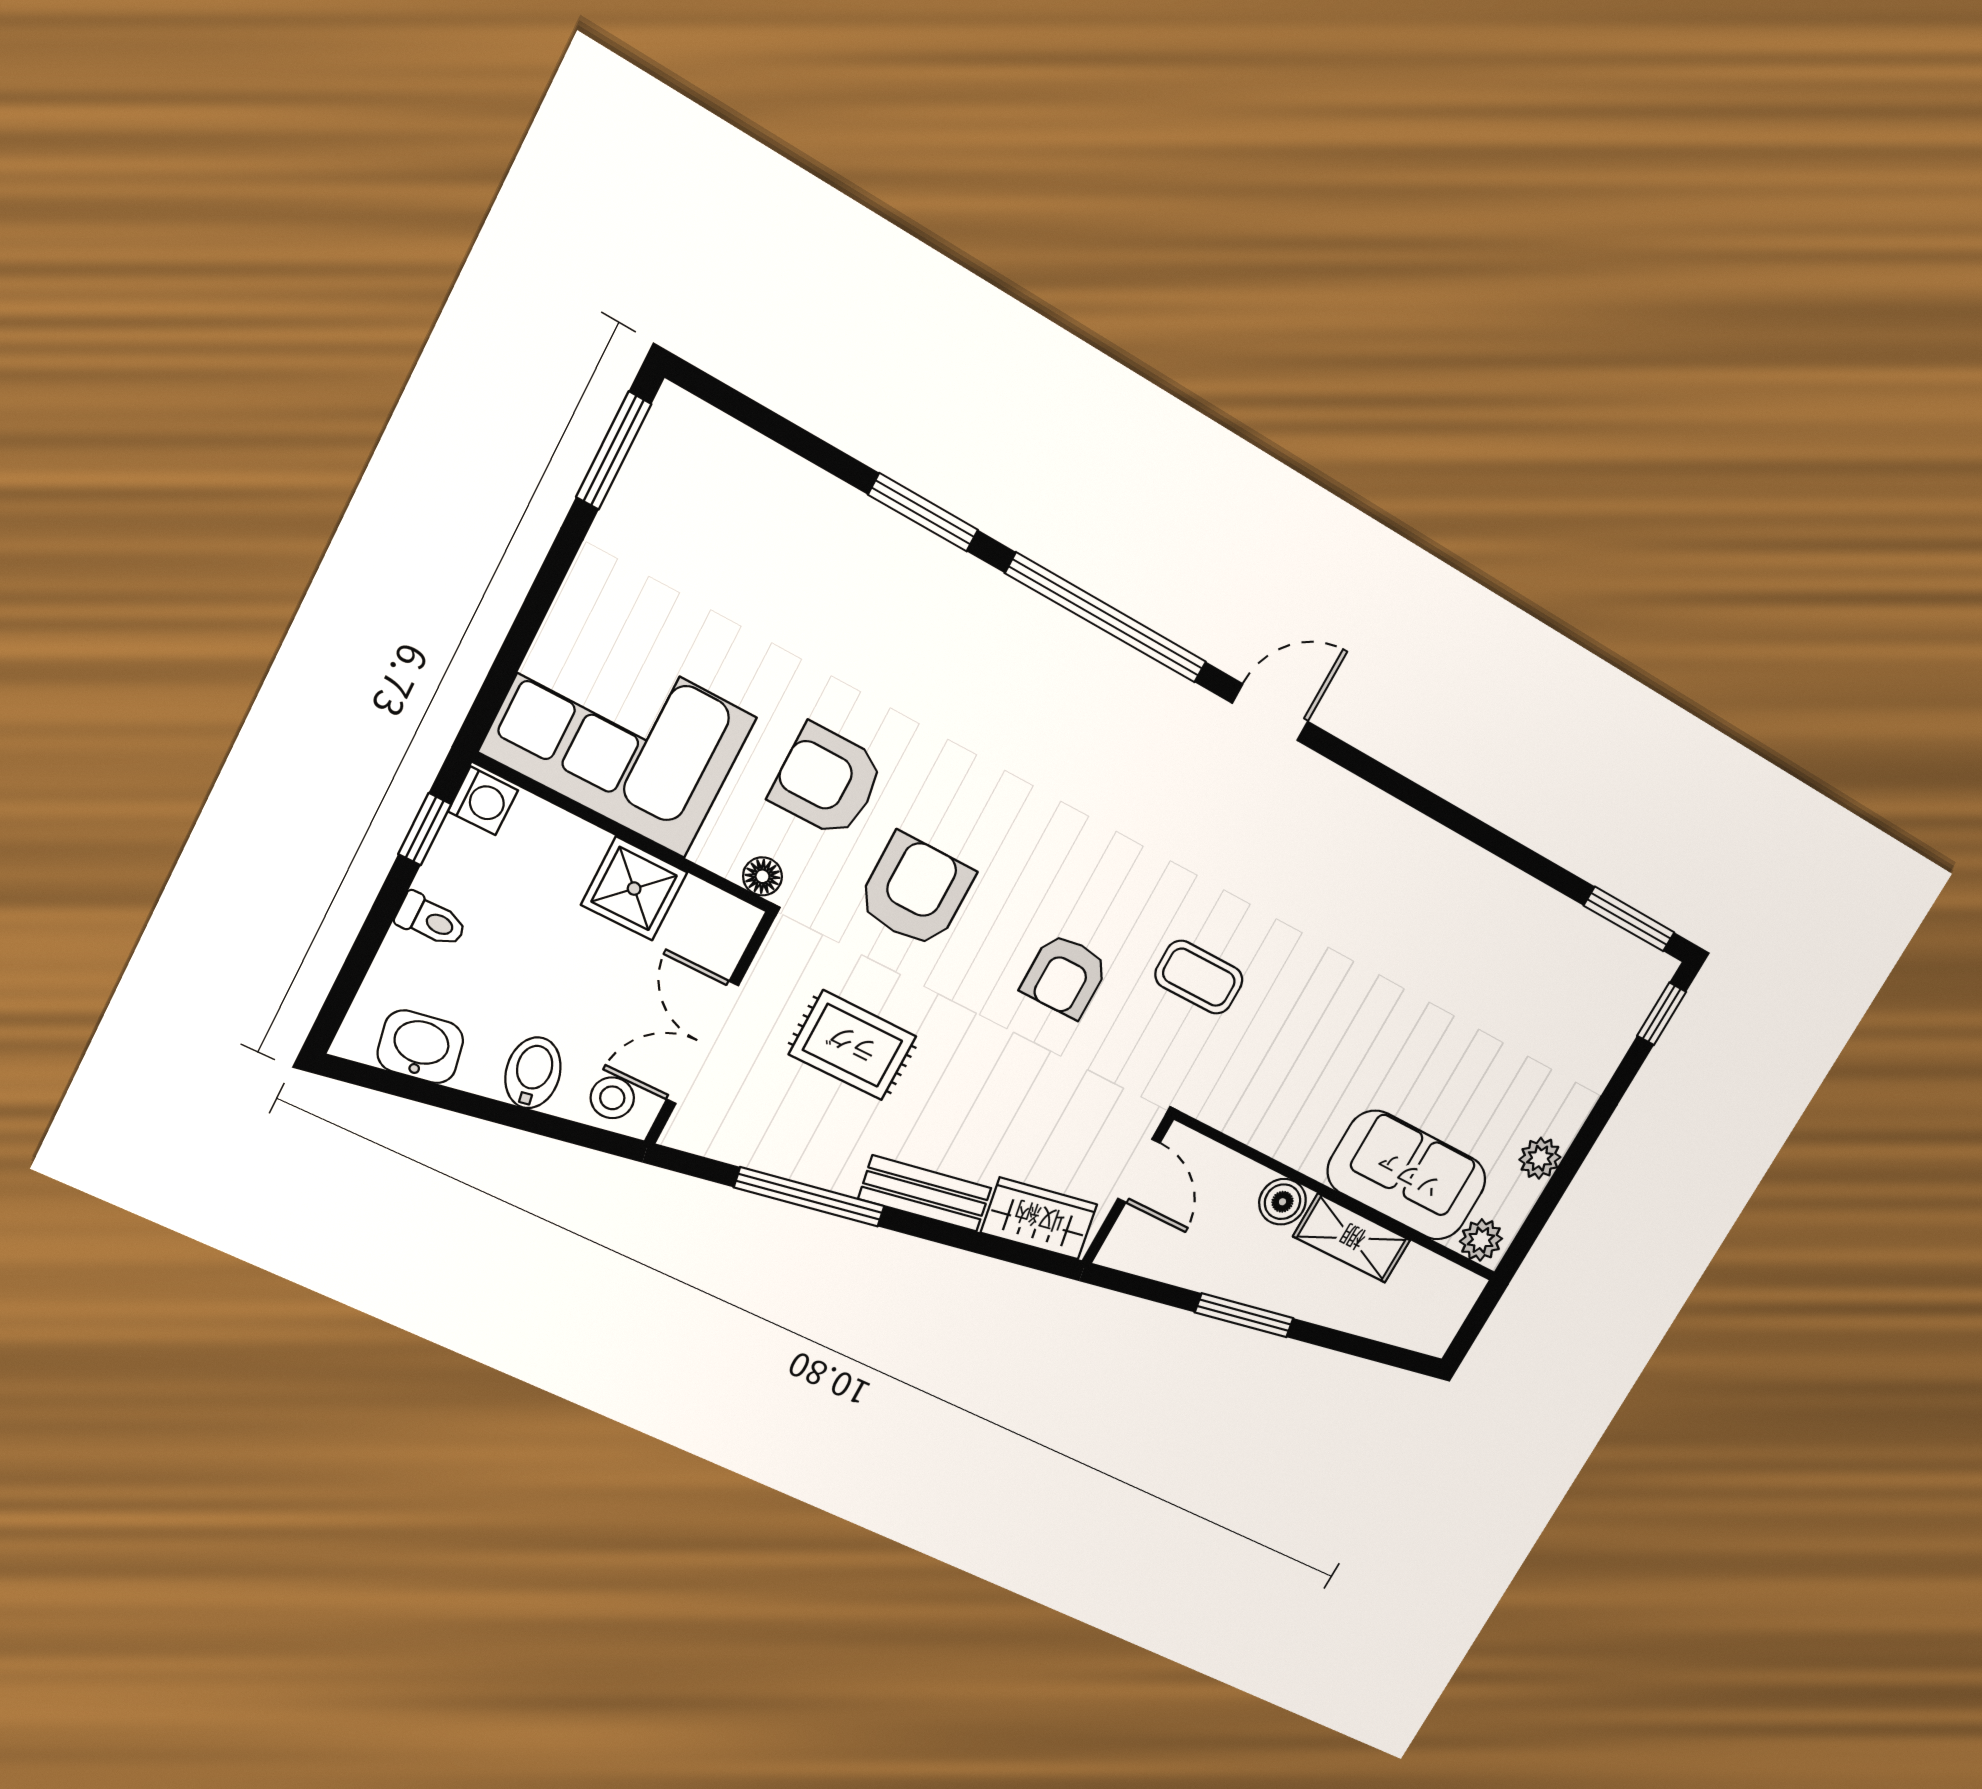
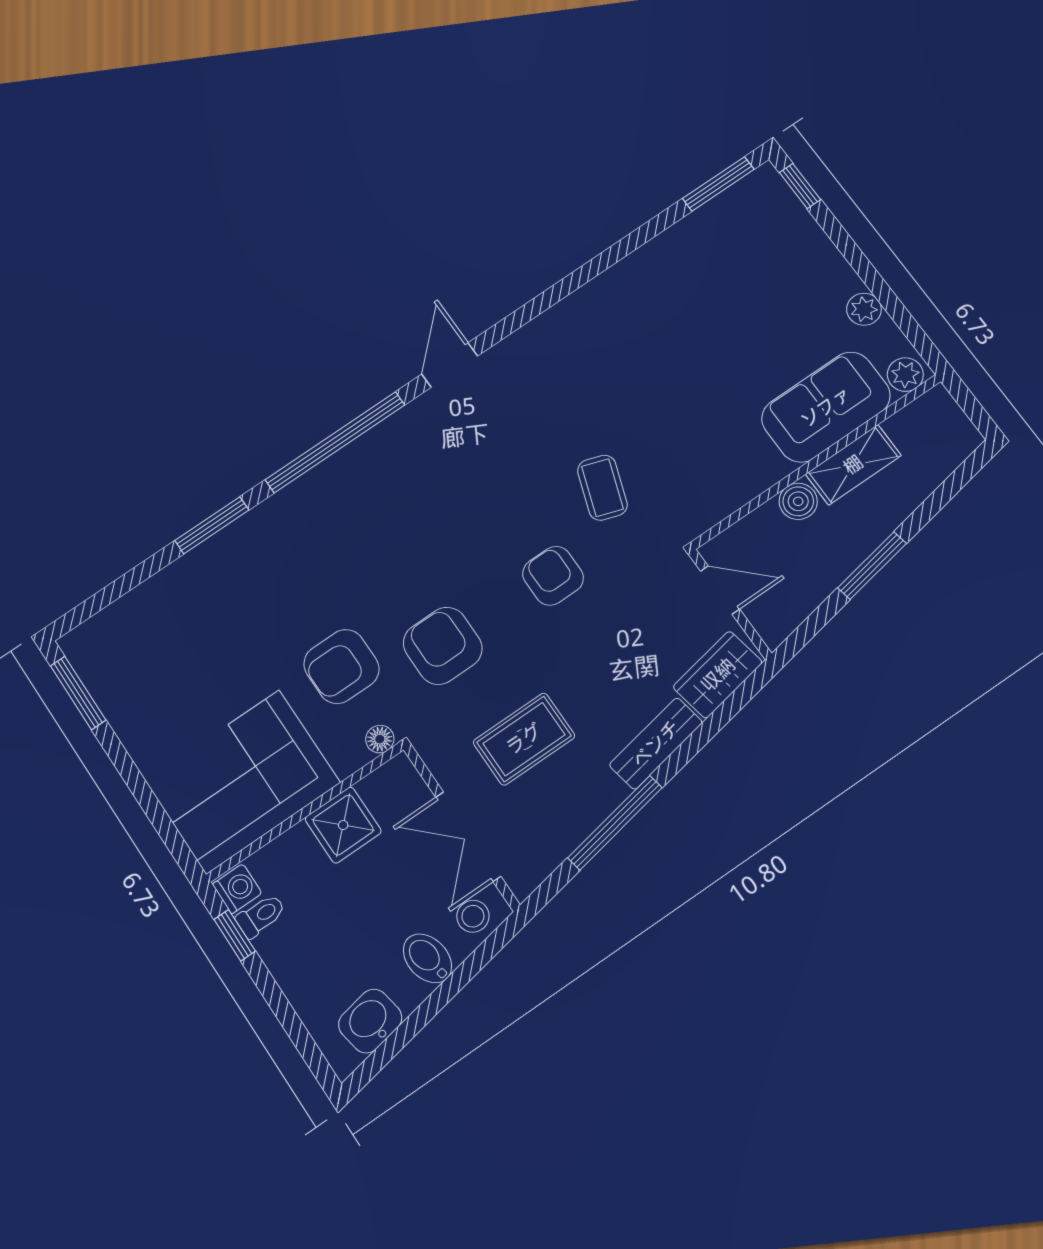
toilet: (431, 920) -> (261, 916), moved
armchair: (1065, 976) -> (553, 576), turned 180
coffee table: (1199, 977) -> (602, 488), turned -71

